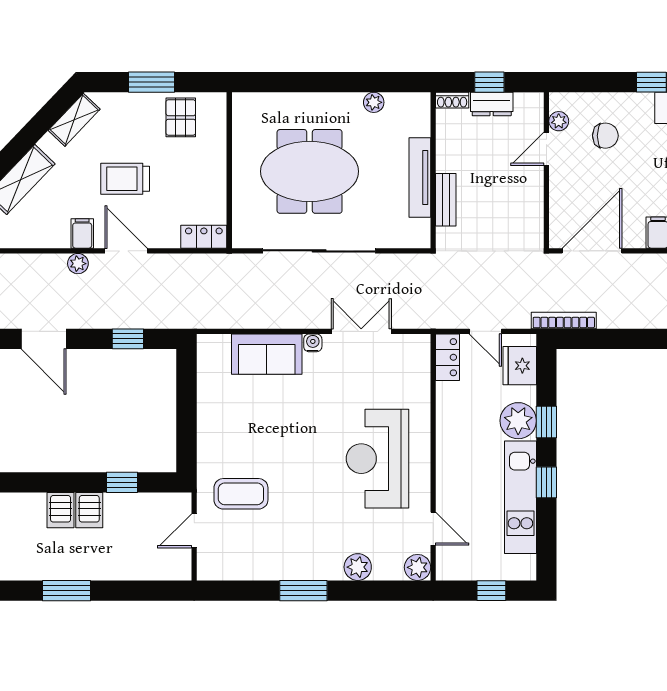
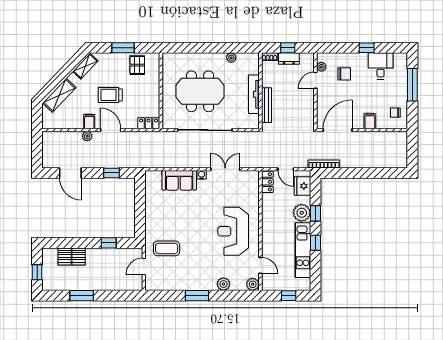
bench: (446, 200) -> (266, 105), width x1.36
server rack: (89, 510) -> (65, 256), moved

